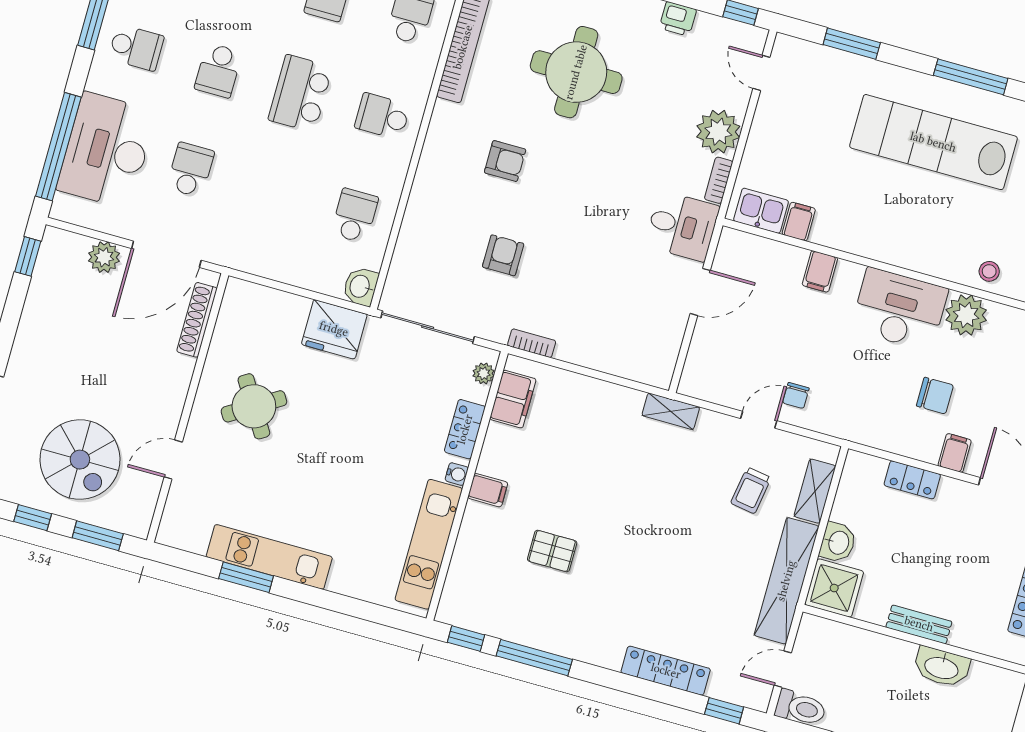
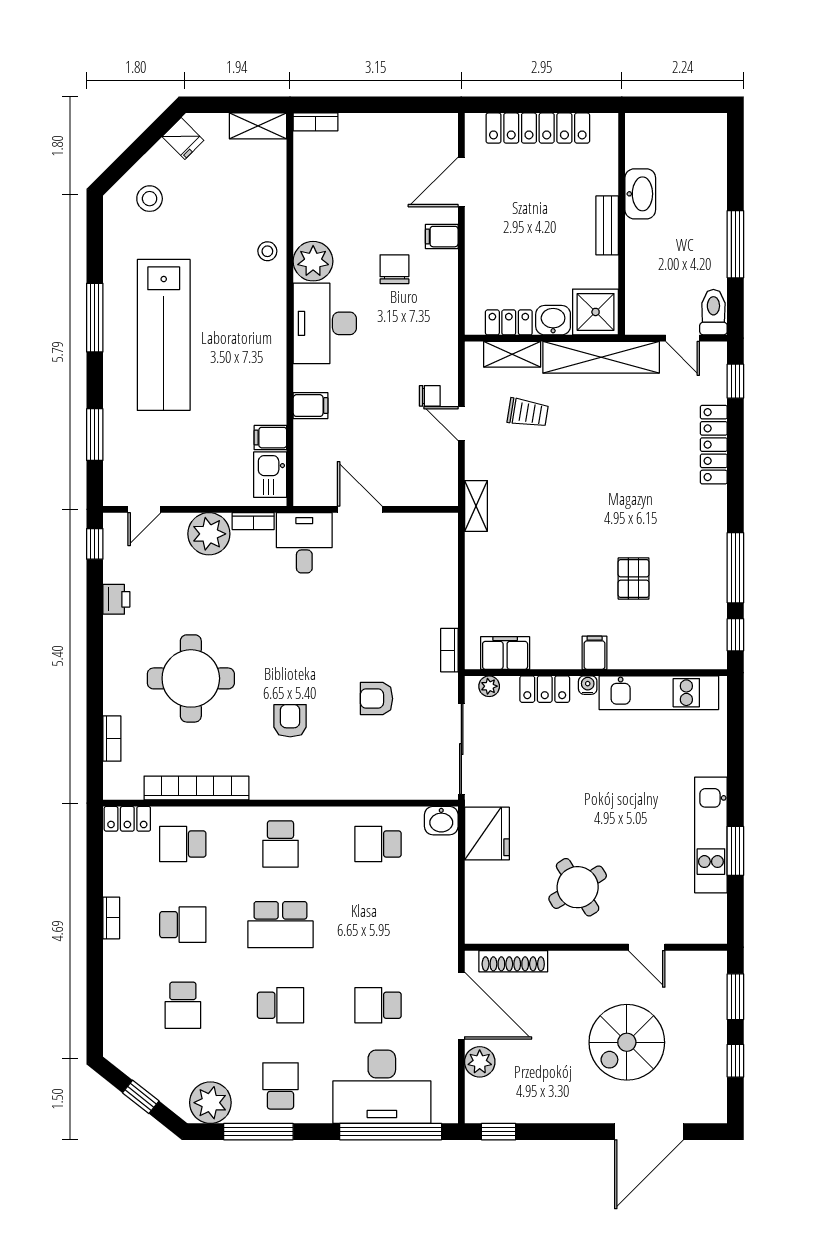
spiral stairs: (80, 460) -> (627, 1042), moved, turned 180
locker: (912, 480) -> (509, 322), moved, turned -90

